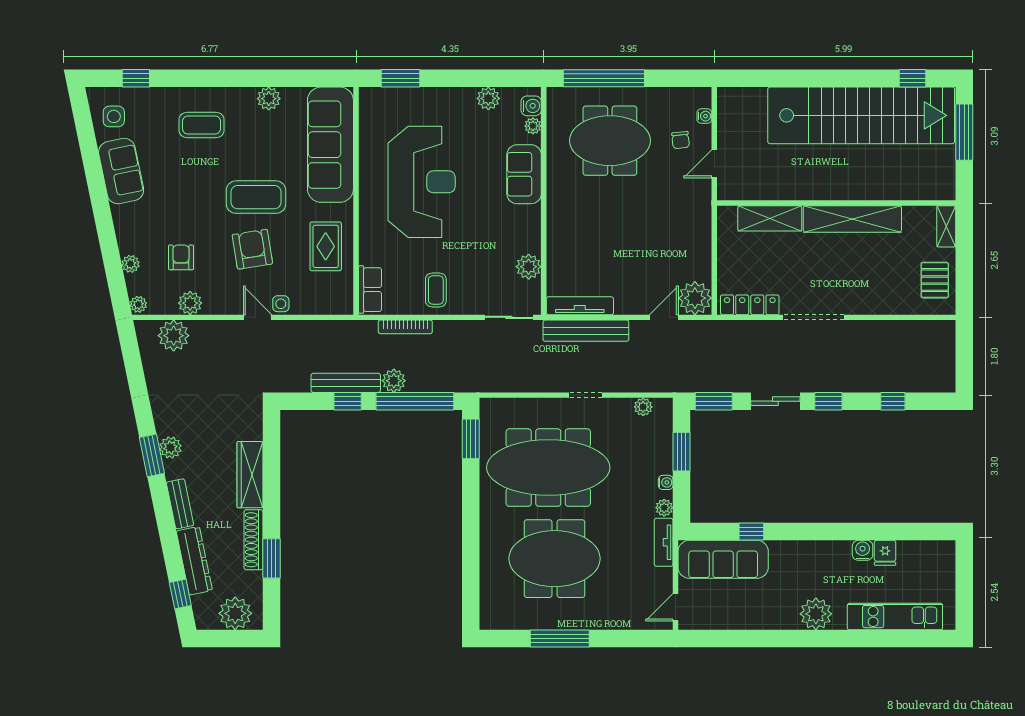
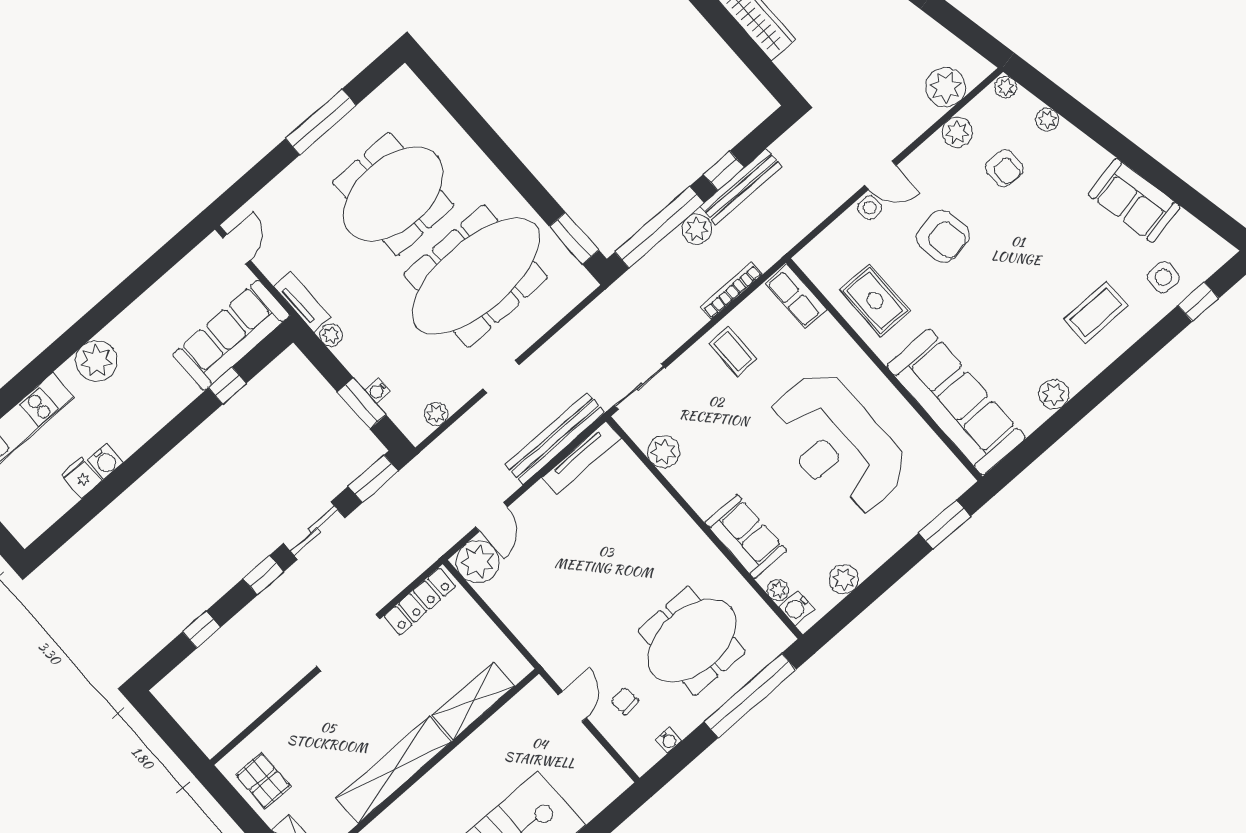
side table: (114, 116) -> (1163, 277), moved
water cooler: (704, 116) -> (668, 740), moved, turned -90
coffee table: (256, 197) -> (983, 289), removed
water cooler: (666, 482) -> (377, 391), moved

